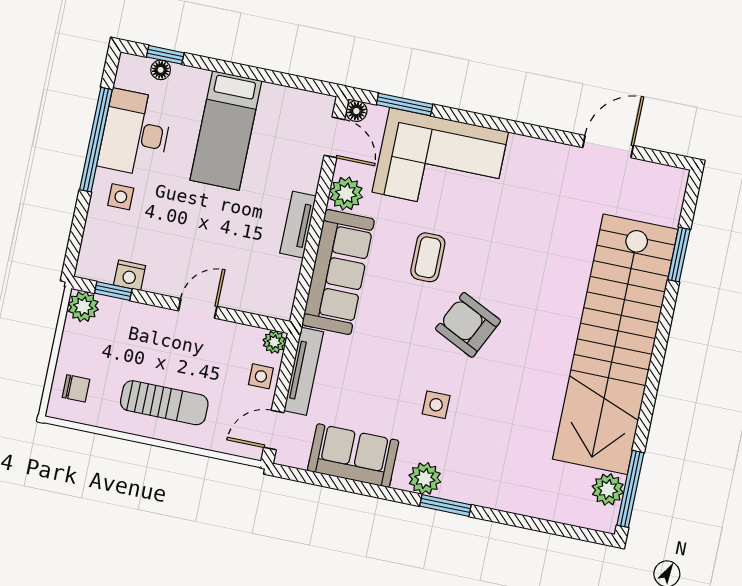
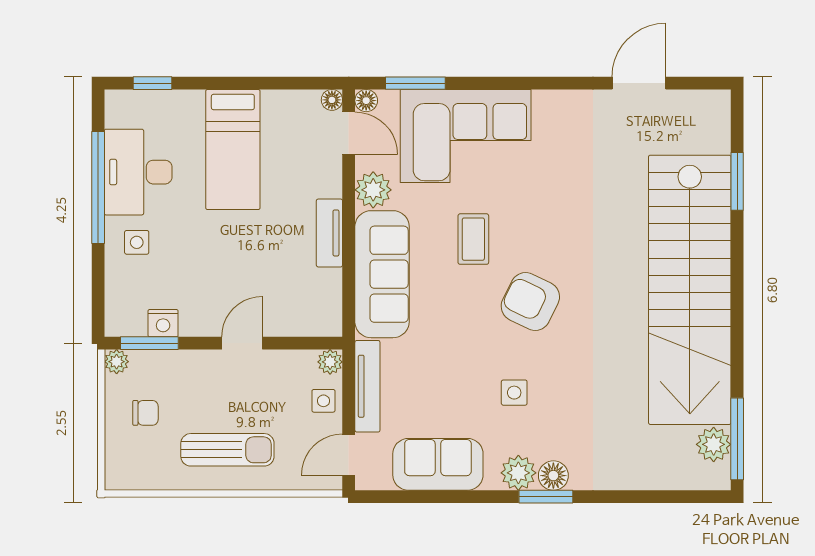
floor lamp: (161, 70) -> (332, 100), moved
window: (113, 291) -> (149, 343), width x1.50
plant: (83, 307) -> (117, 362), width x0.73, depth x0.73
chair: (76, 388) -> (145, 413), moved
floor lamp: (456, 488) -> (553, 476), added

